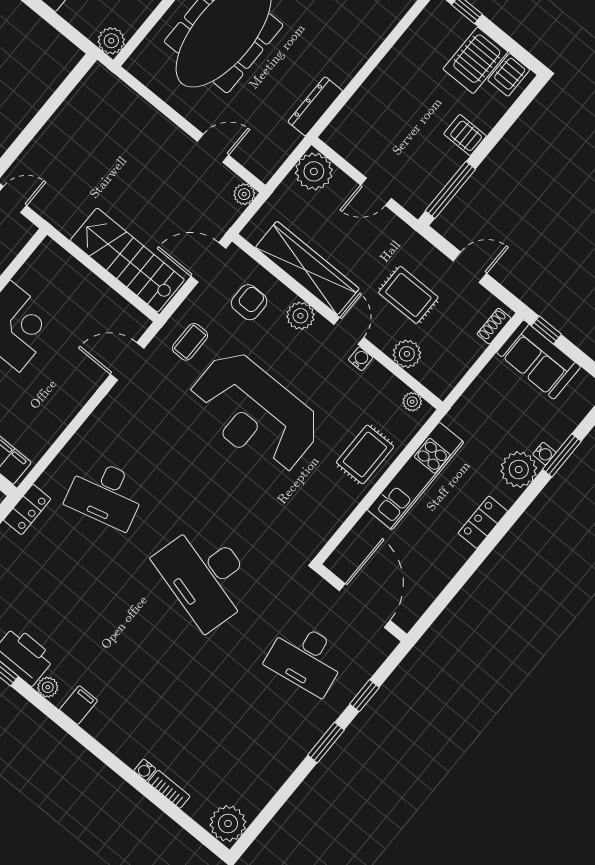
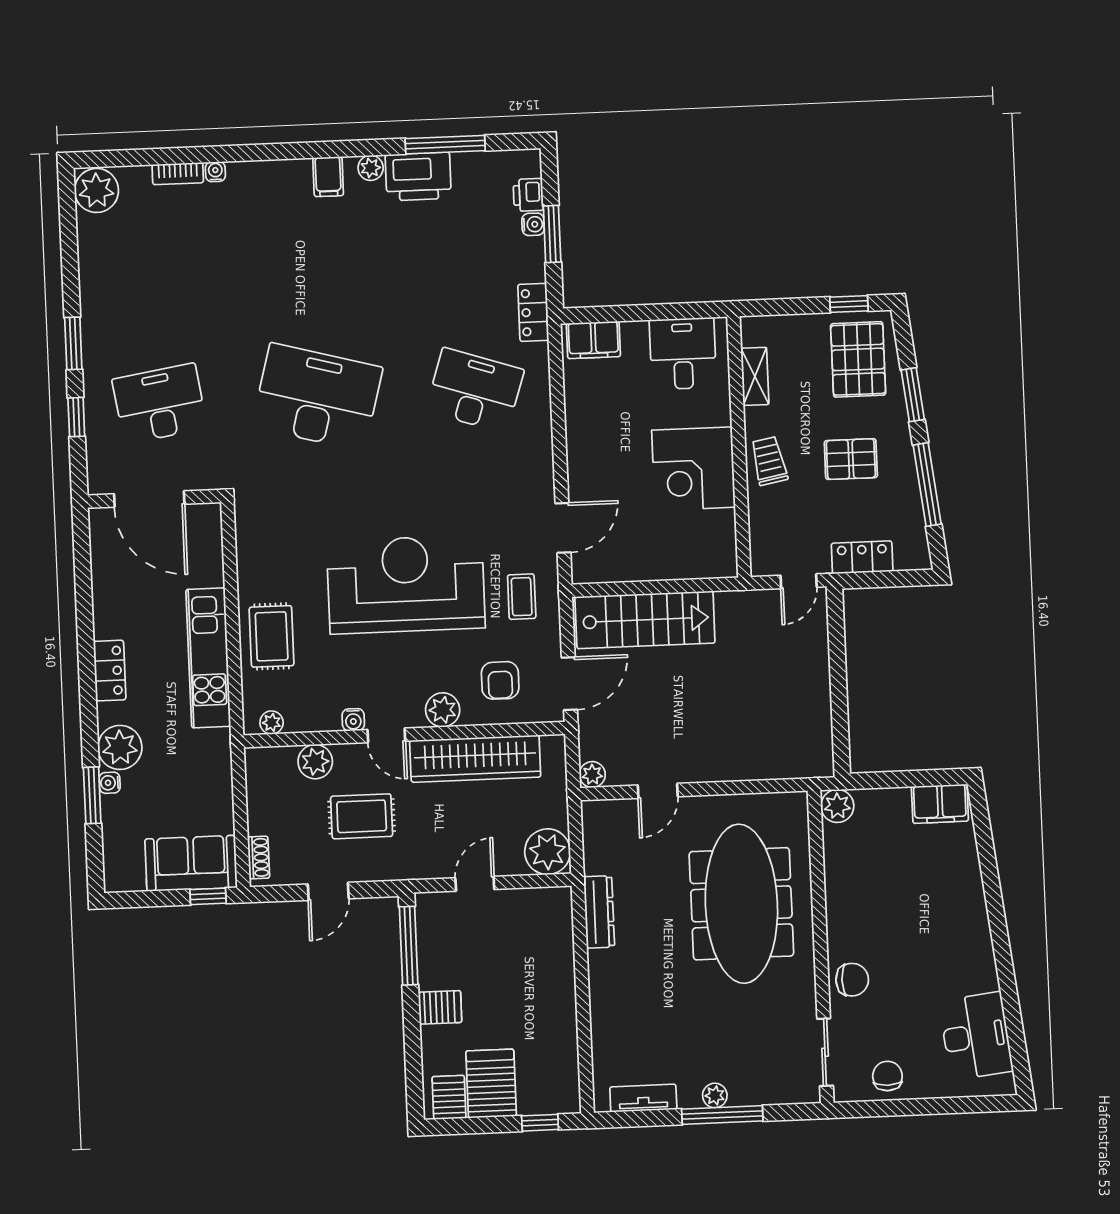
desk: (106, 494) -> (475, 390), turned 33

